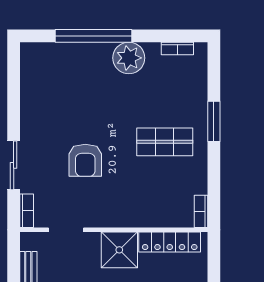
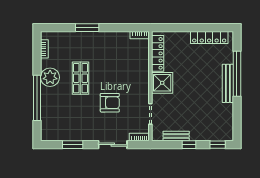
window: (14, 97) -> (73, 145), added
shop shelf: (165, 142) -> (80, 78), moved

